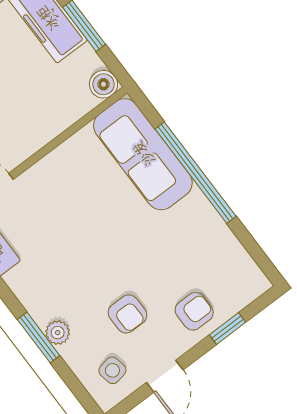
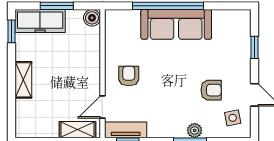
sofa: (143, 154) -> (176, 24), moved
armchair: (194, 311) -> (129, 76), moved

